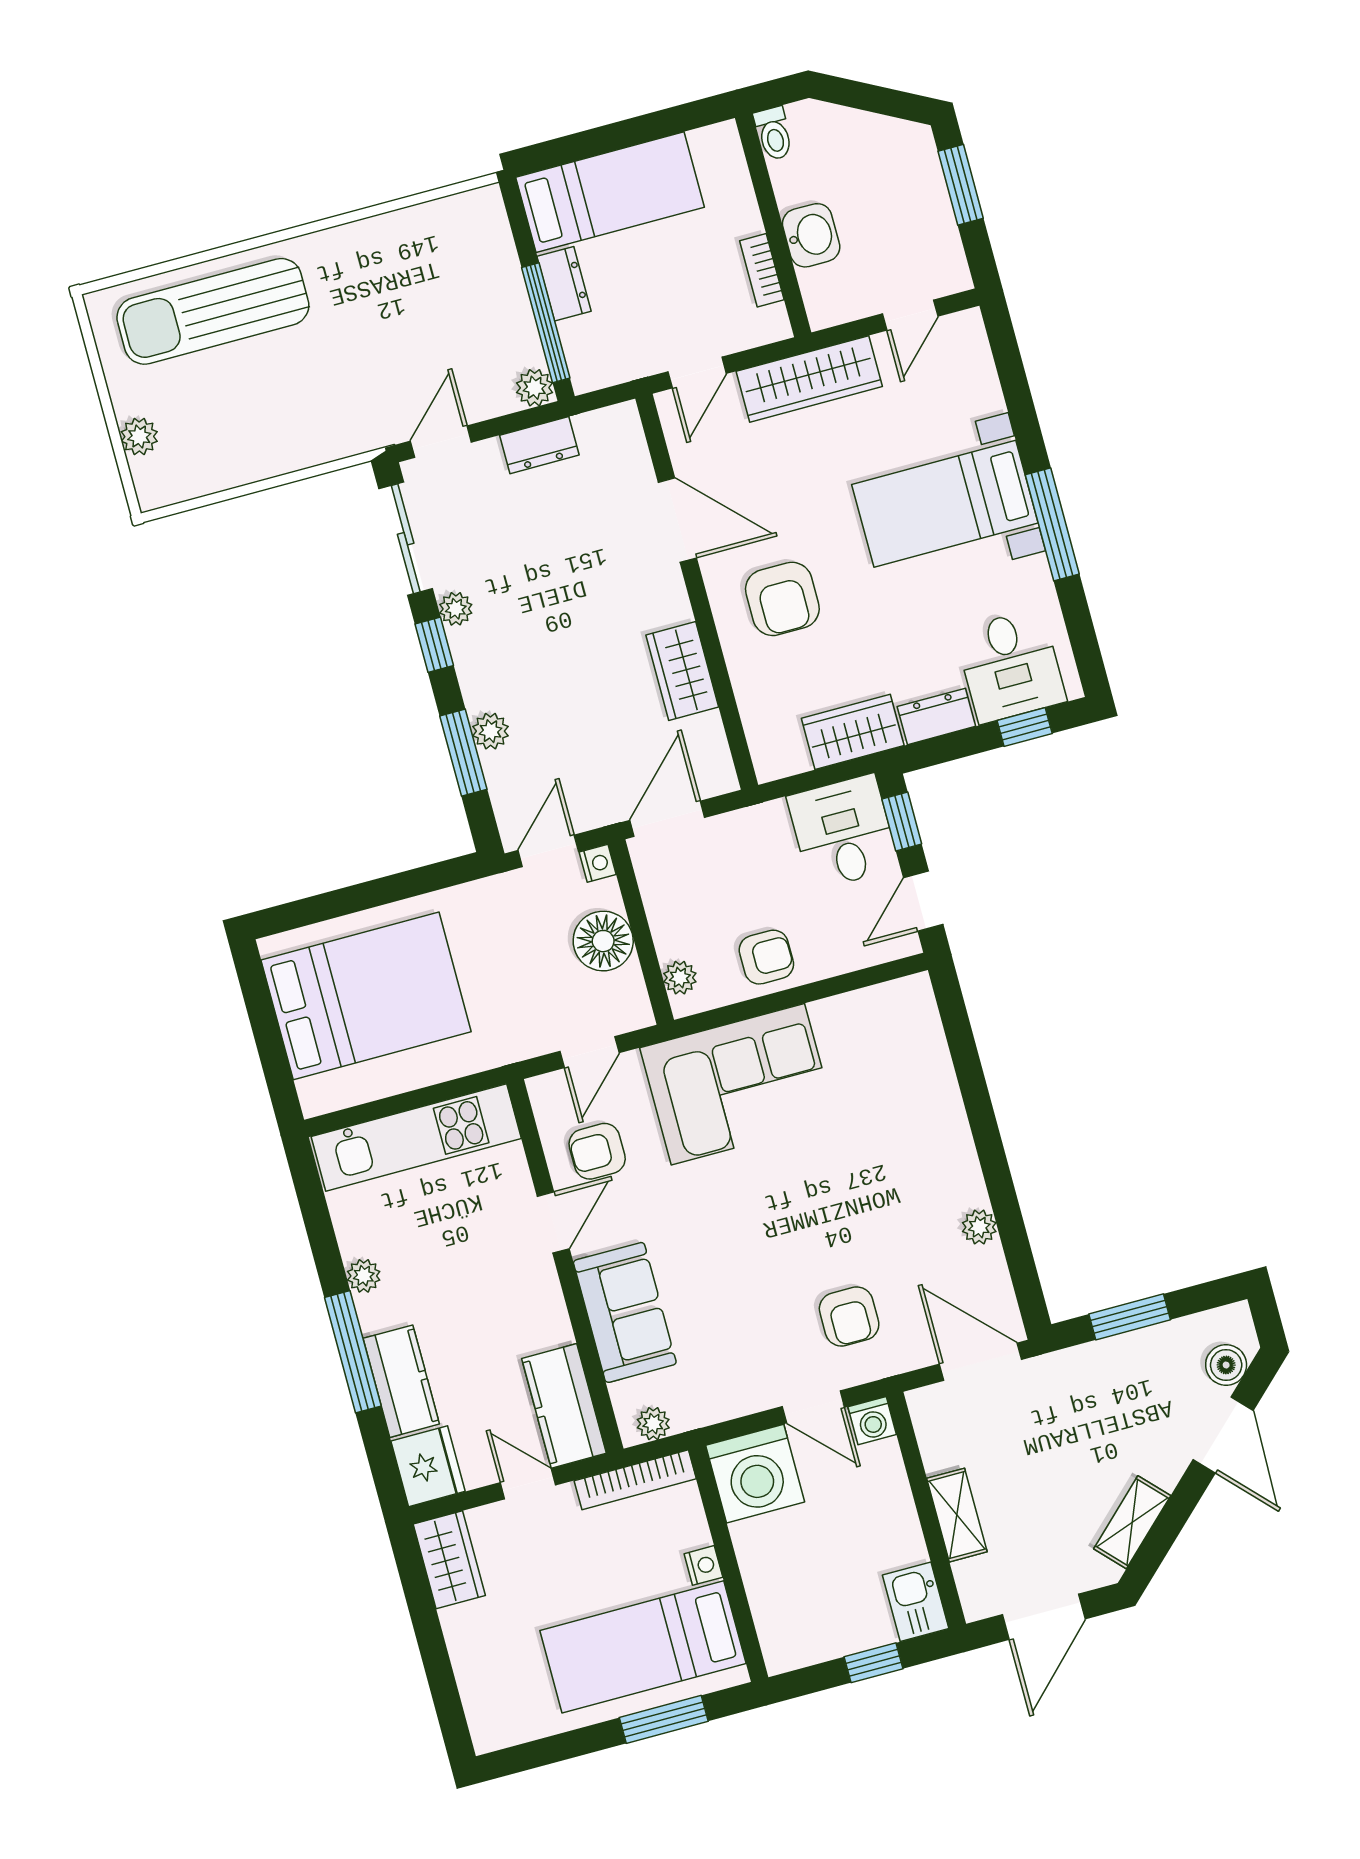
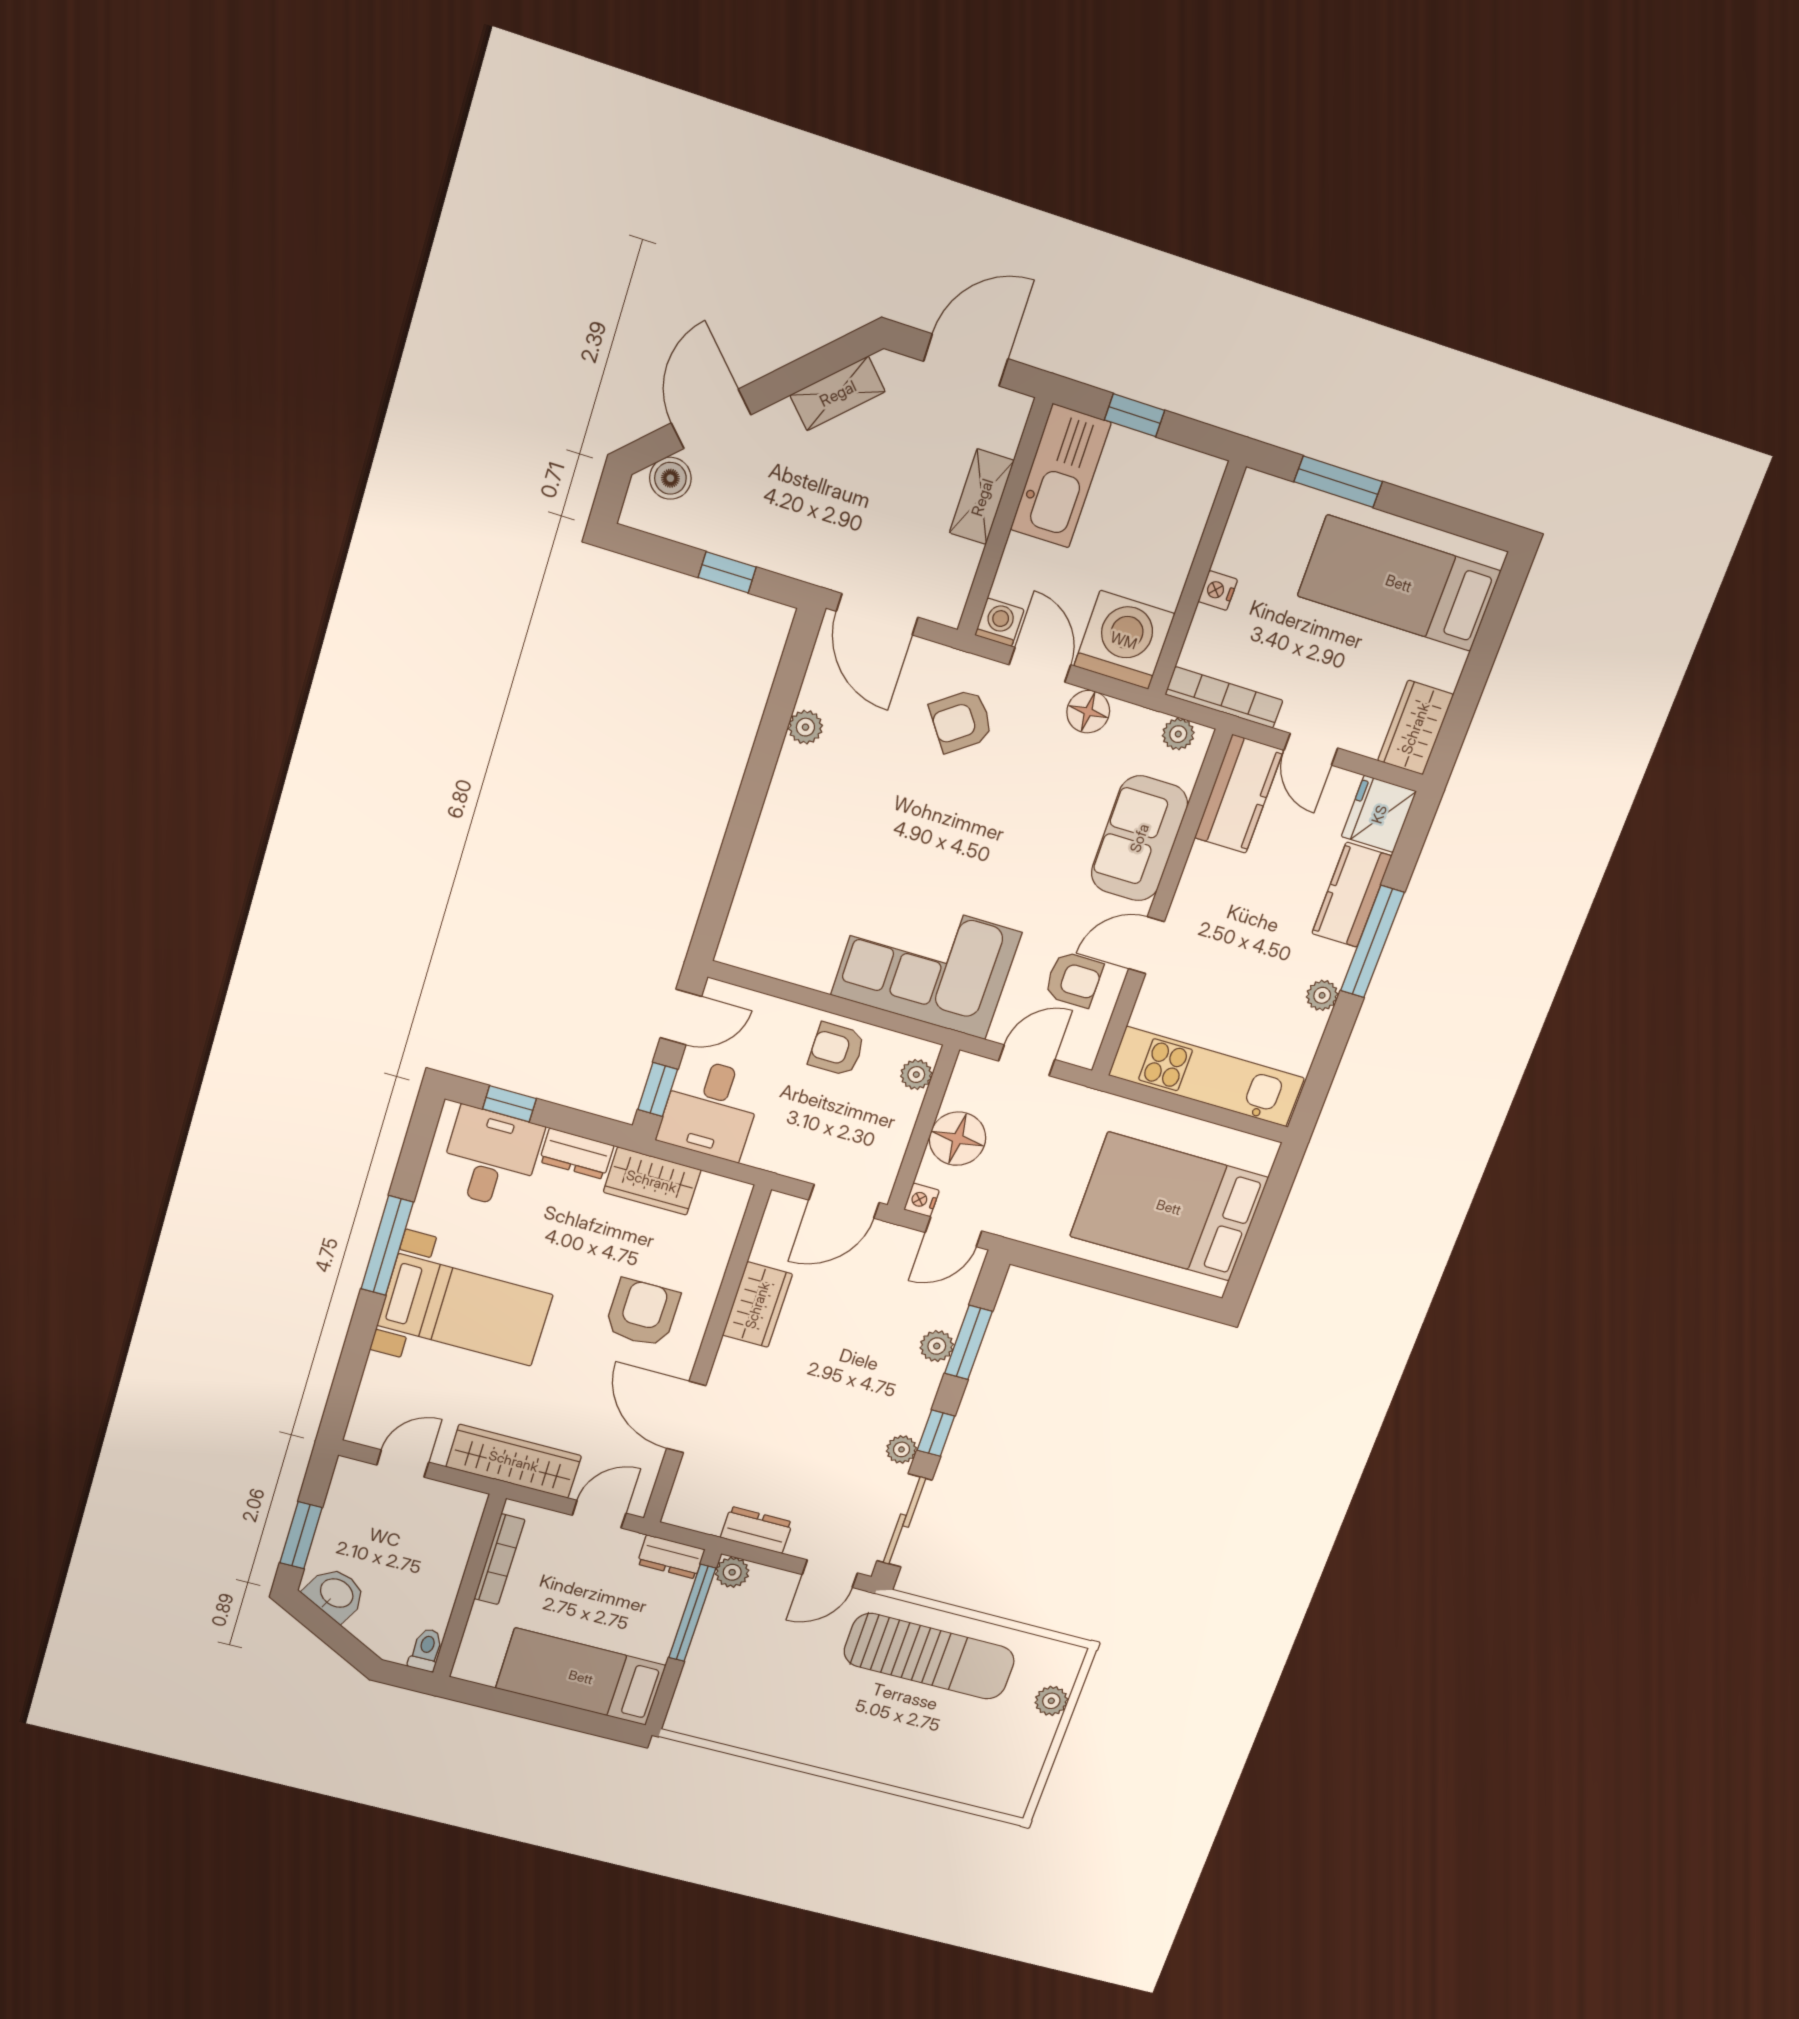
washbasin: (811, 235) -> (336, 1594), moved, turned 118
bookcase: (762, 270) -> (499, 1559), width x1.56
dresser: (564, 284) -> (671, 1557), moved, turned -90
sun lounger: (213, 311) -> (929, 1656), moved
armchair: (849, 1317) -> (961, 721), turned -126
window: (1130, 1317) -> (727, 572), width x0.67
floor lamp: (745, 1393) -> (1088, 712), added
kitchen sink: (916, 1602) -> (1061, 476), width x1.87, depth x1.24
bed: (643, 1647) -> (1399, 583), moved, turned 180

